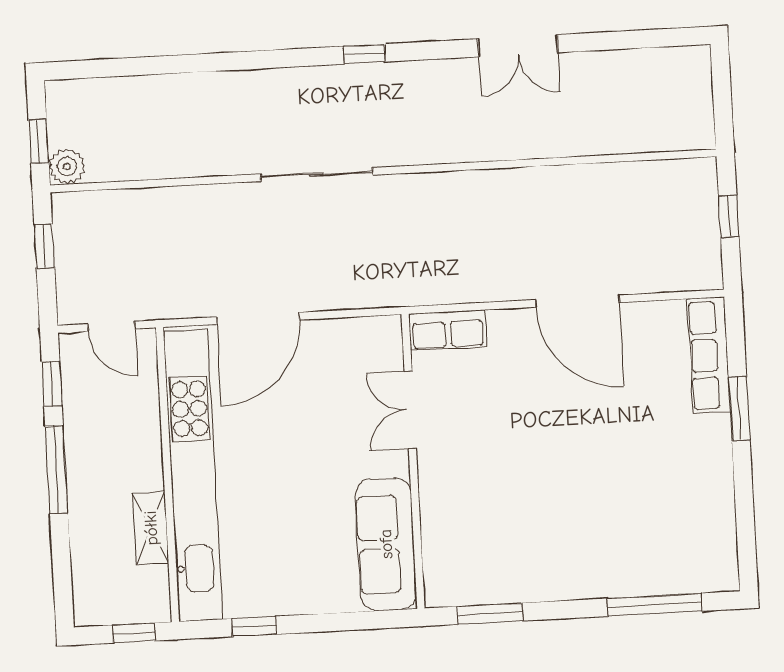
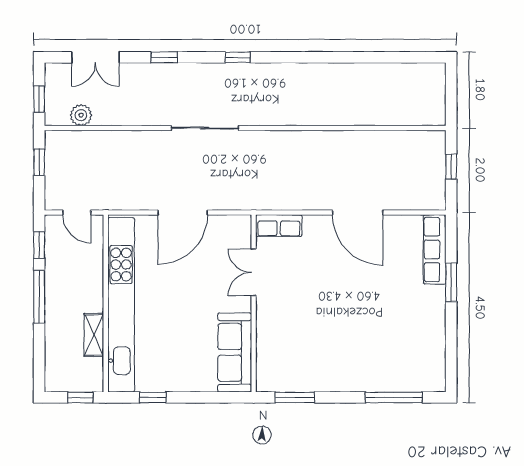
double door: (518, 46) -> (95, 57), moved
window: (242, 61) -> (164, 57), added
plant: (67, 166) -> (81, 115), moved
door: (258, 318) -> (183, 213), moved

